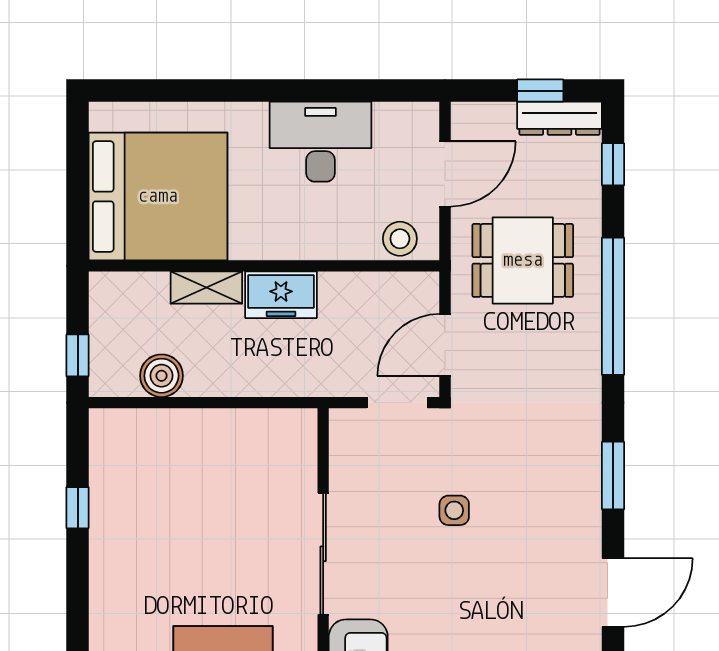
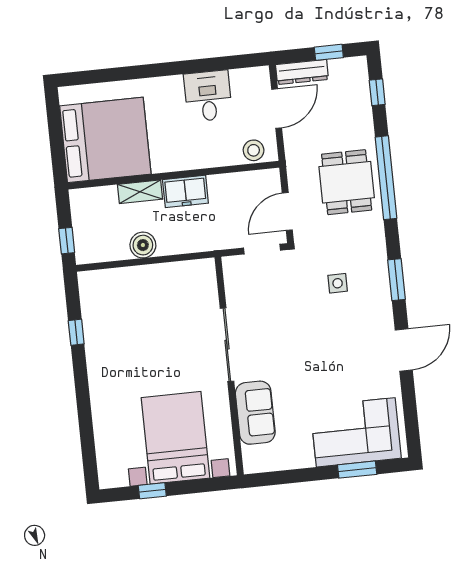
dresser: (560, 118) -> (302, 72), moved
desk: (320, 142) -> (208, 96), width x0.73
dining table: (523, 260) -> (347, 182), moved, turned 90
boiler: (161, 376) -> (143, 245), moved
side table: (454, 510) -> (338, 283), moved

